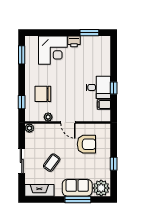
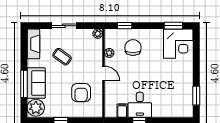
printer: (74, 41) -> (187, 80), removed
corner desk: (53, 50) -> (178, 44), moved, turned -90
door: (68, 123) -> (103, 74), swing flipped

